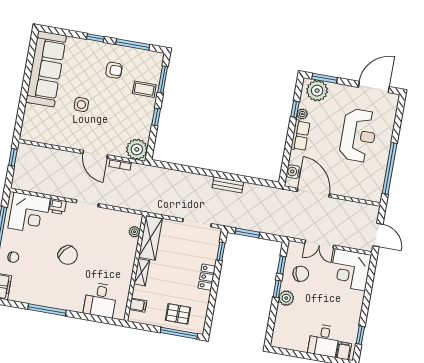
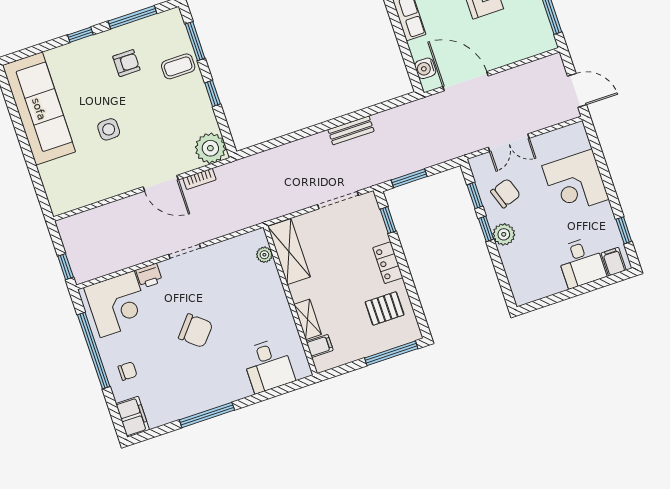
window: (13, 157) -> (66, 267), moved
corner desk: (350, 270) -> (575, 182), moved
shelving: (142, 272) -> (308, 319), moved
pallet: (178, 314) -> (385, 308), moved

